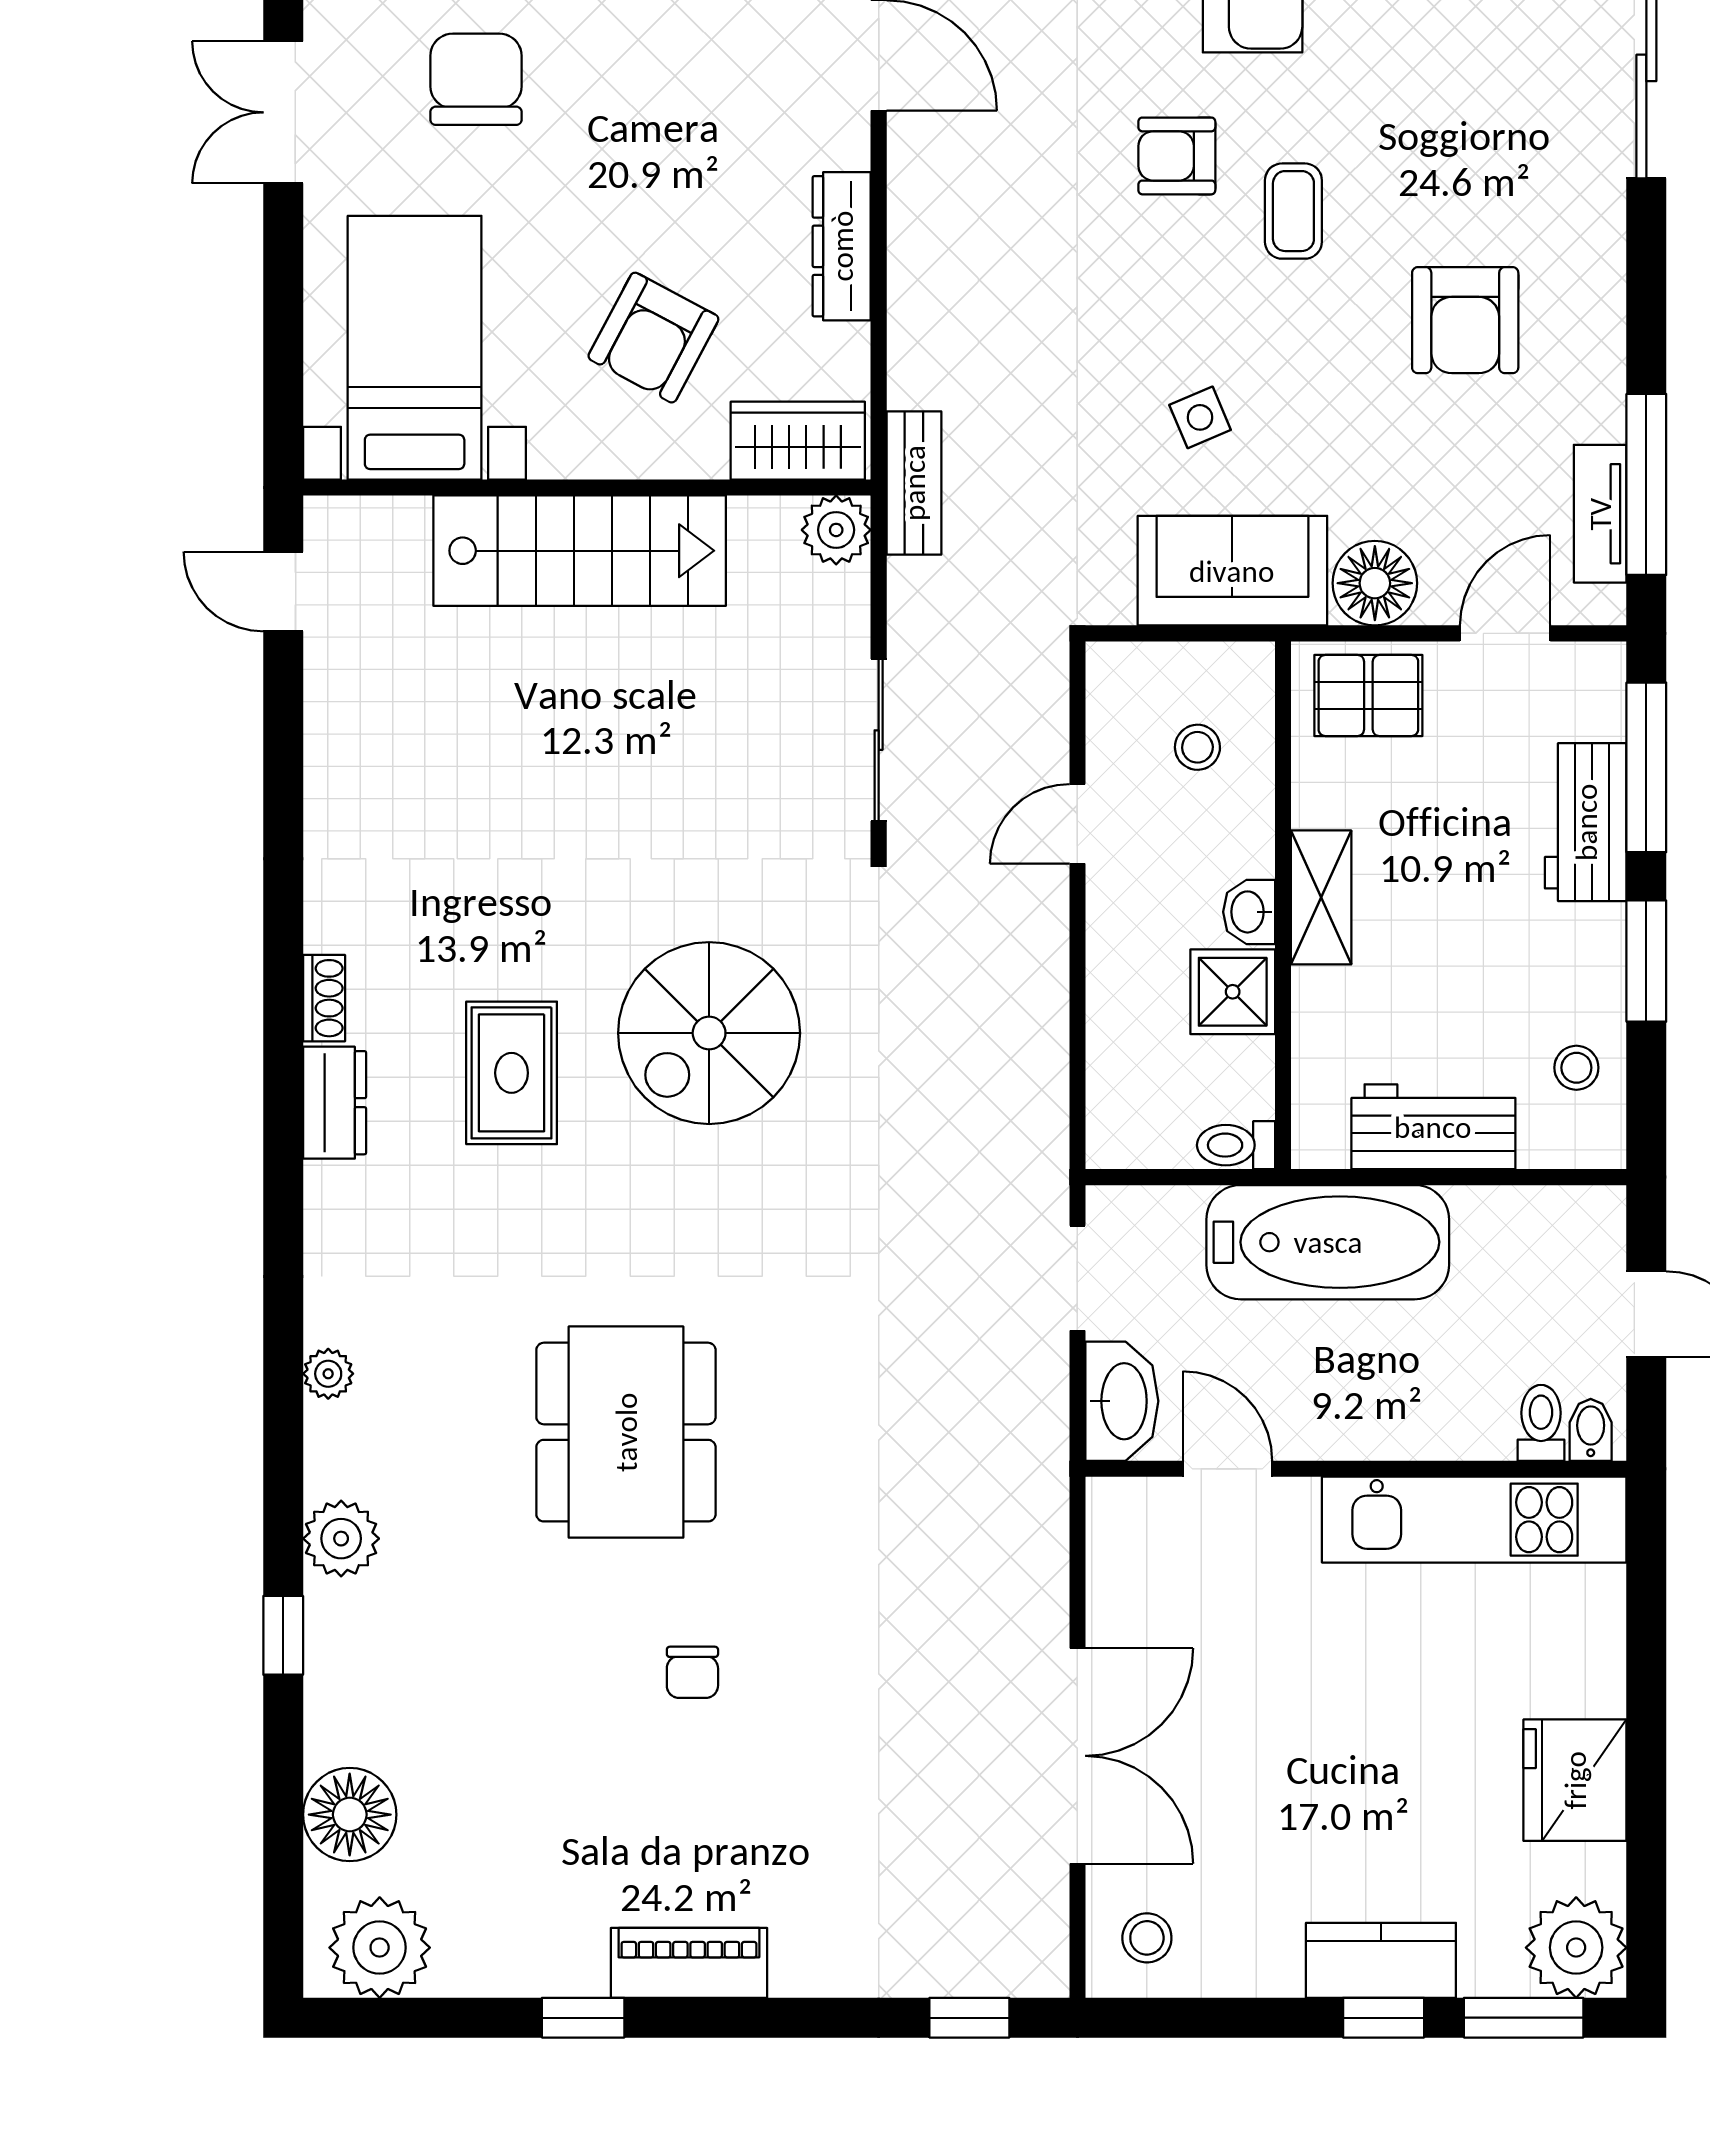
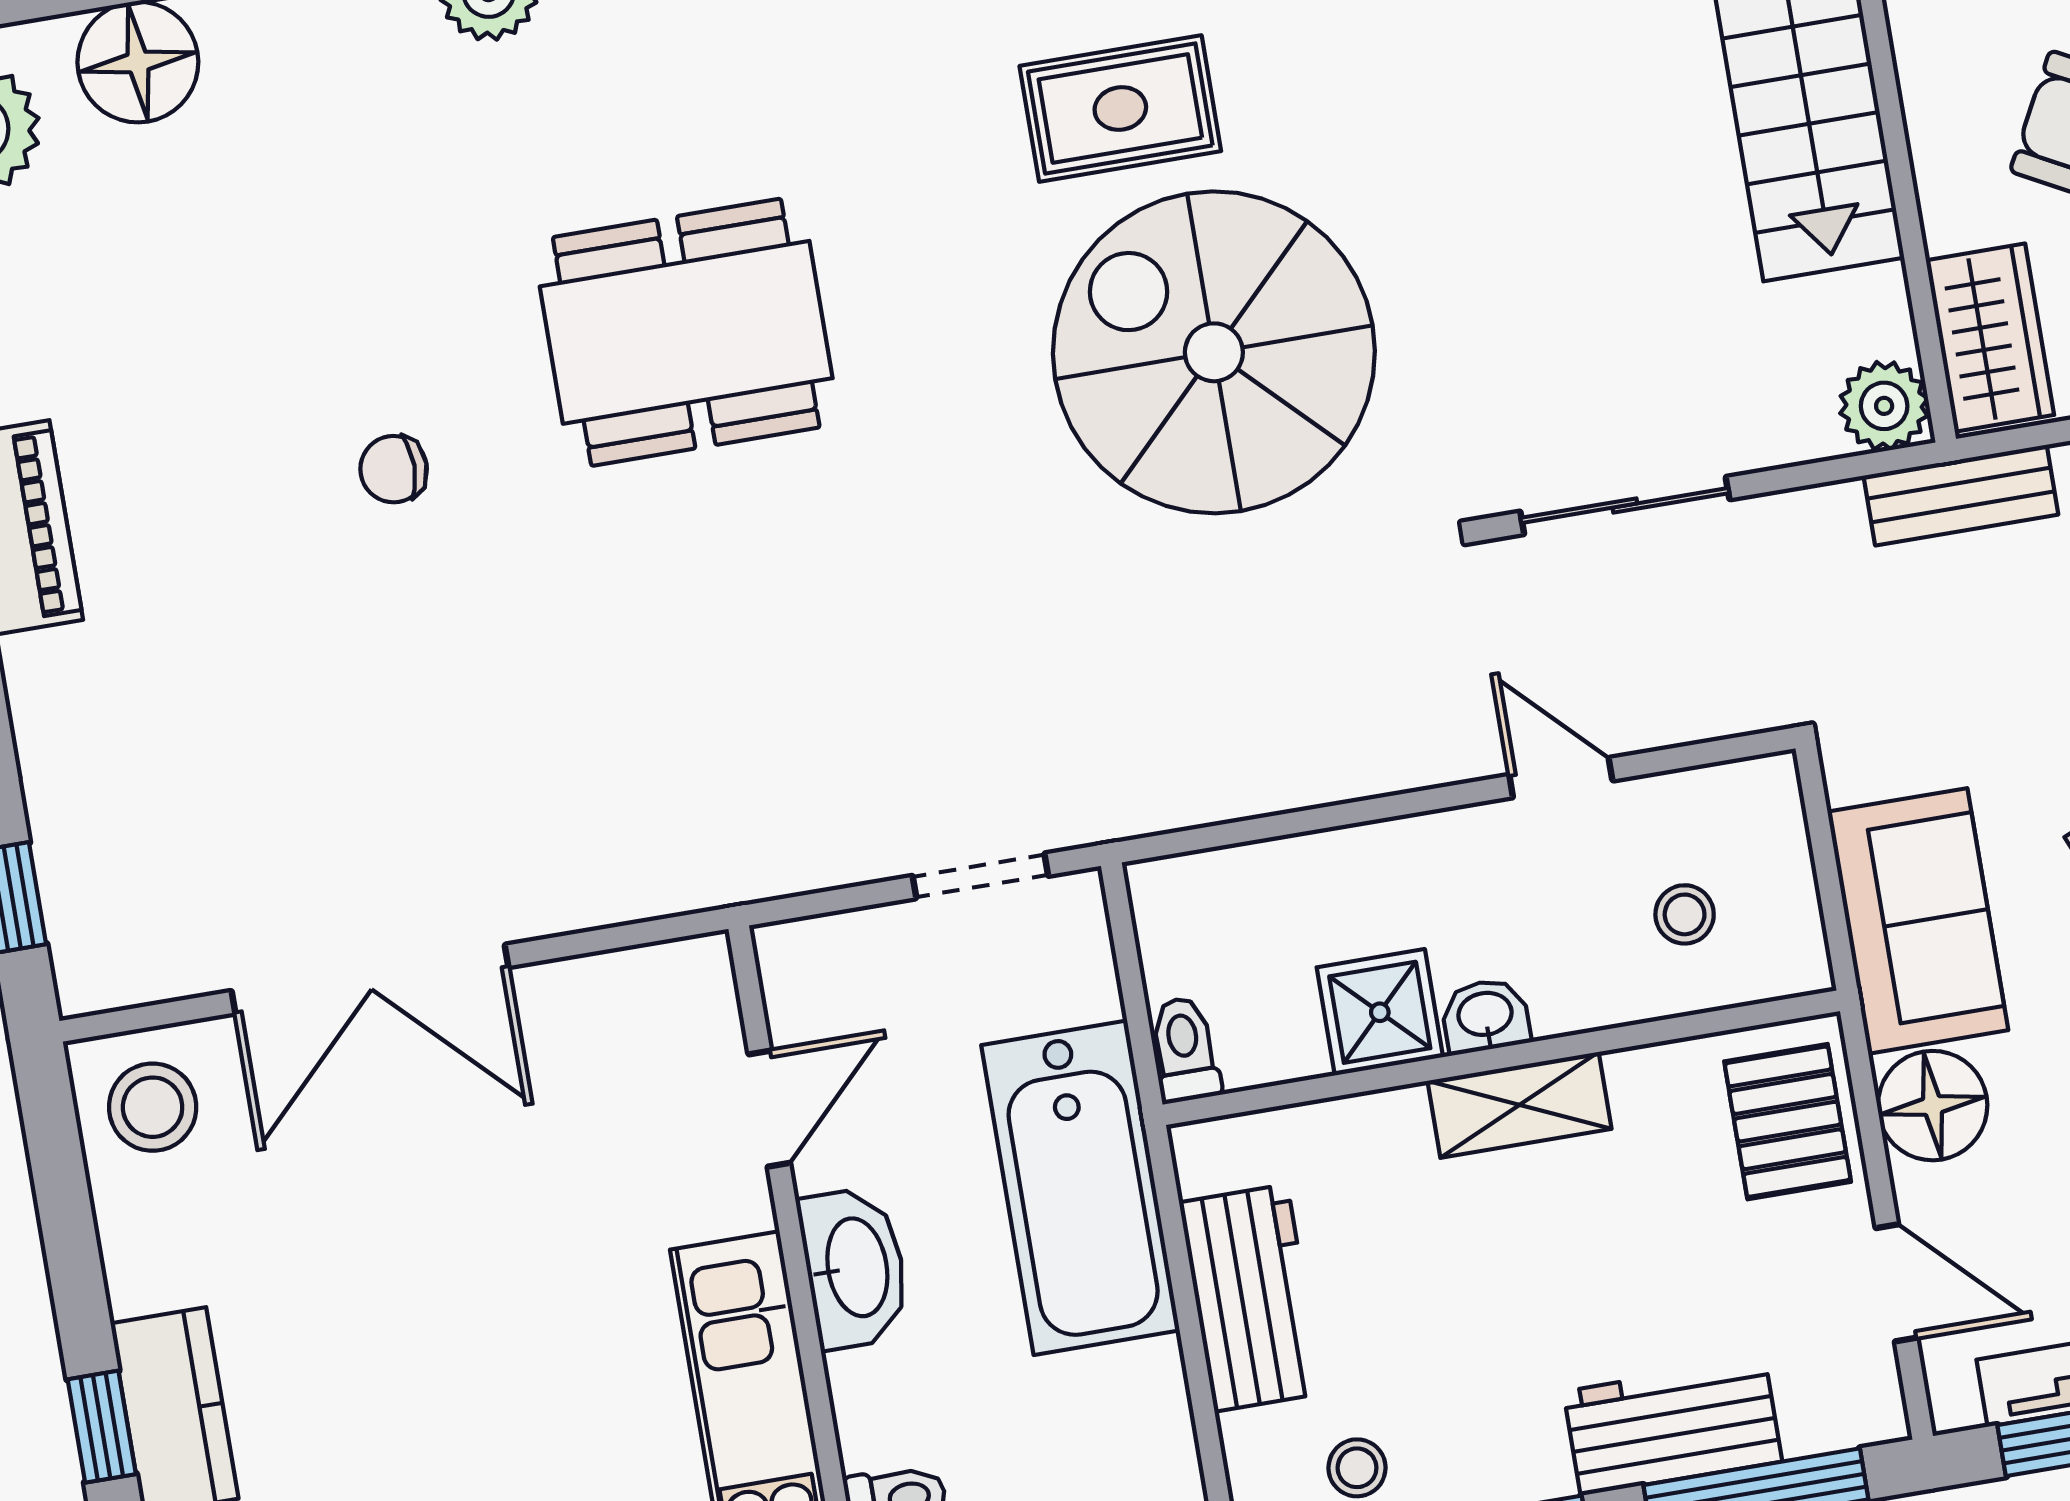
spiral stairs: (709, 1033) -> (1214, 352), width x1.37, depth x1.37
washbasin: (1122, 1401) -> (855, 1268), moved, turned -90
stool: (1147, 1938) -> (153, 1107), width x1.37, depth x1.37

